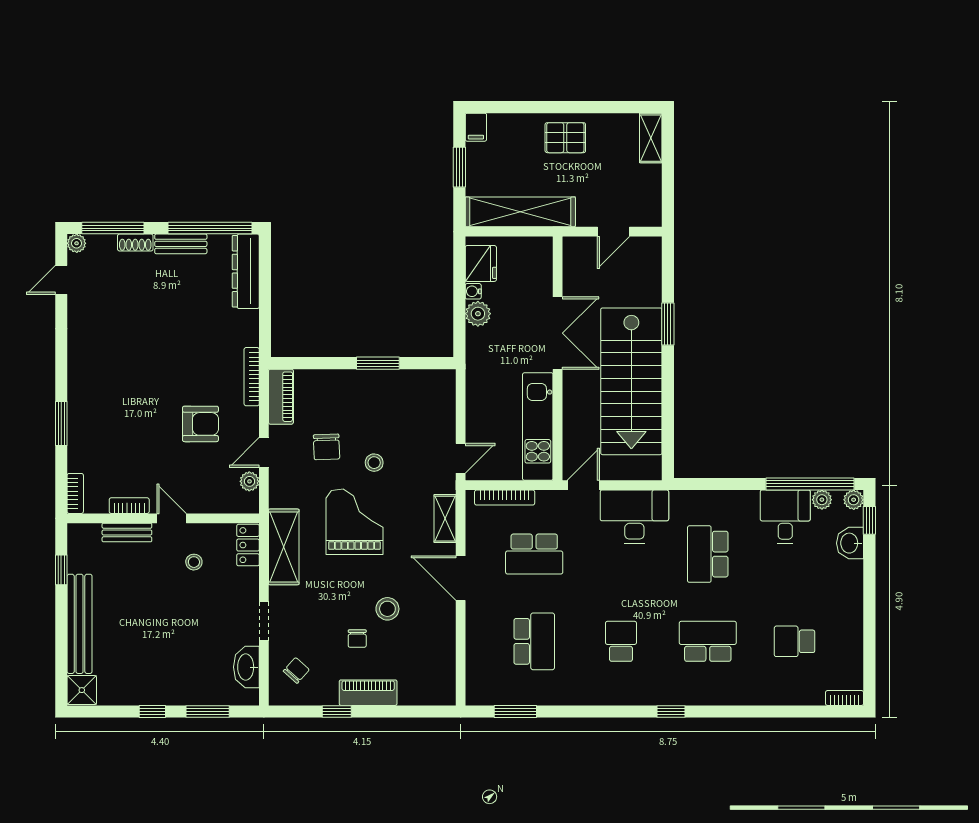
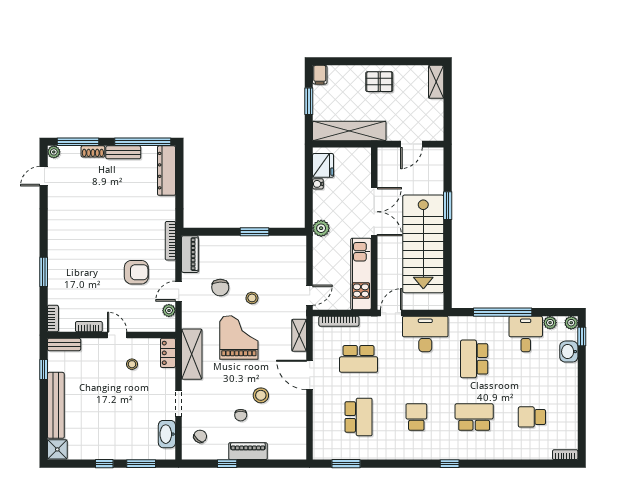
plant: (478, 314) -> (321, 228), moved
window: (810, 484) -> (503, 312), moved
bench: (127, 533) -> (64, 345), moved

